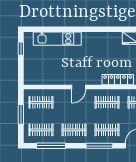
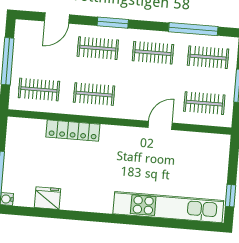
kitchen unit: (57, 39) -> (168, 207), width x1.36
door: (79, 87) -> (160, 125), moved
window: (99, 146) -> (113, 23), width x0.69

